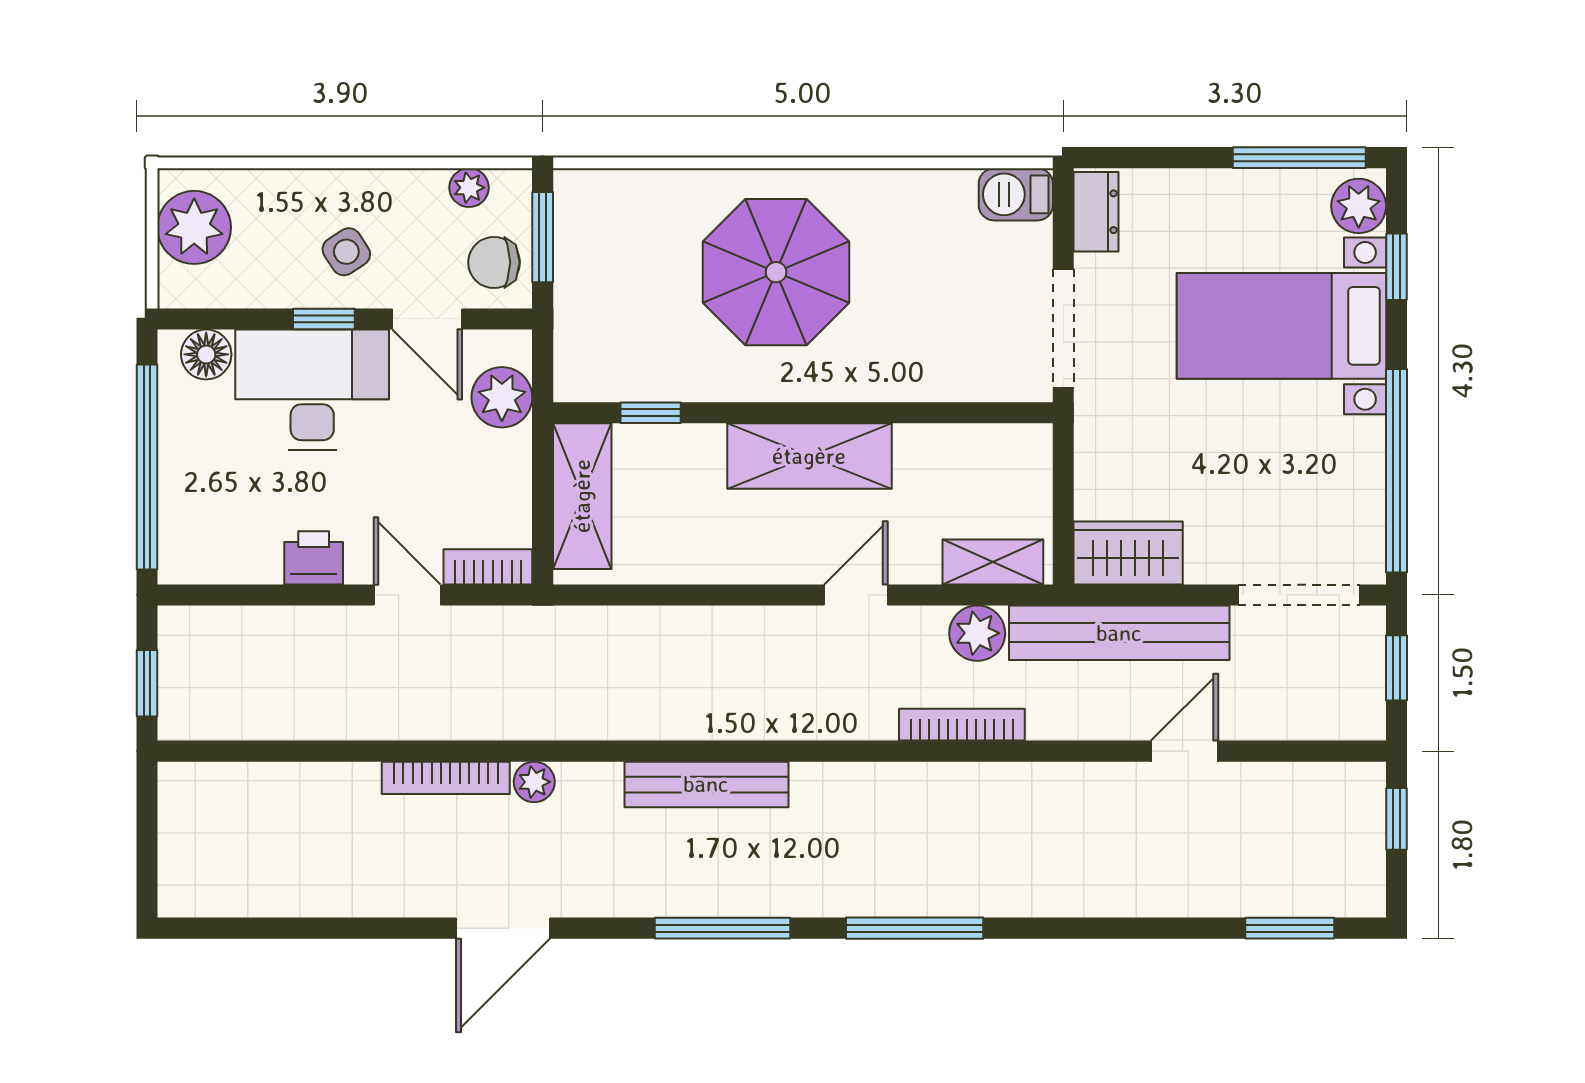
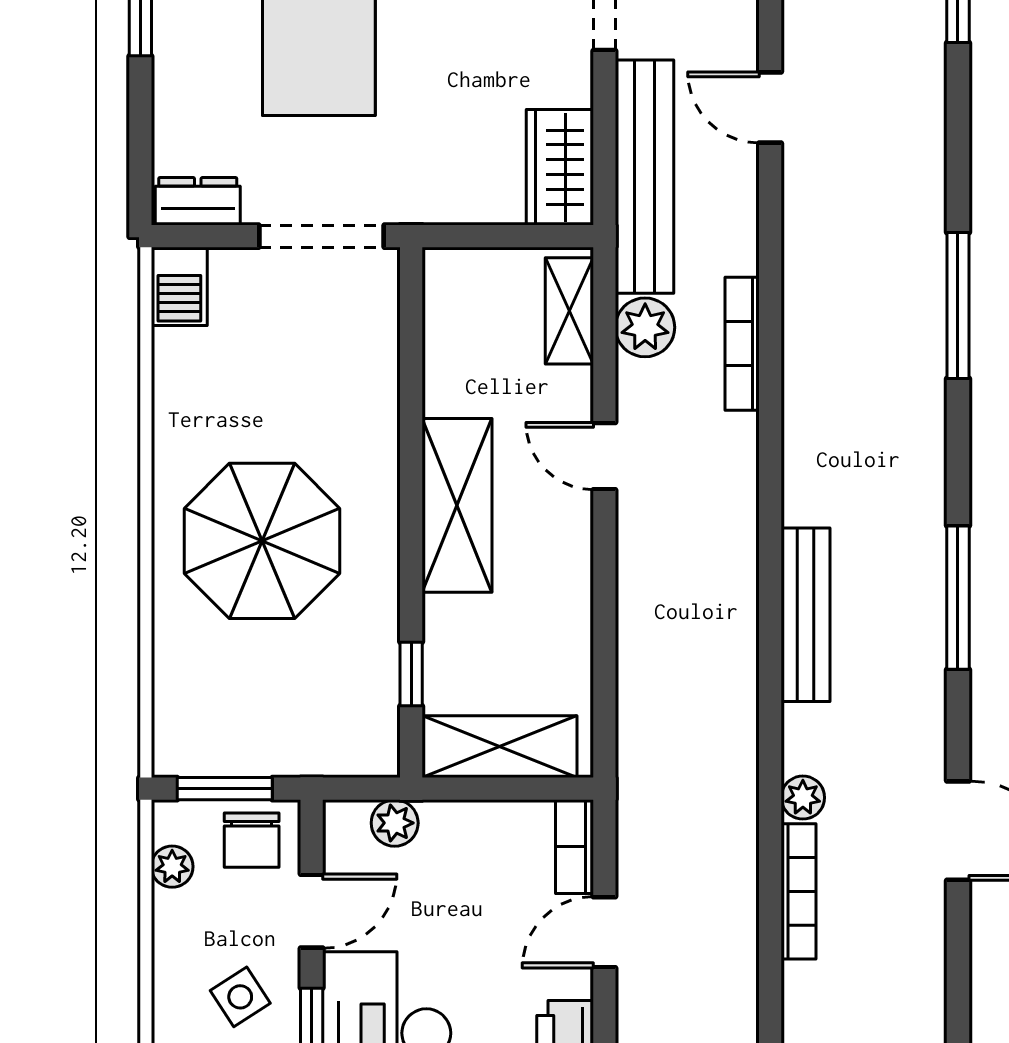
plant: (502, 397) -> (395, 823), width x0.73, depth x0.73
window: (915, 928) -> (958, 305), moved

